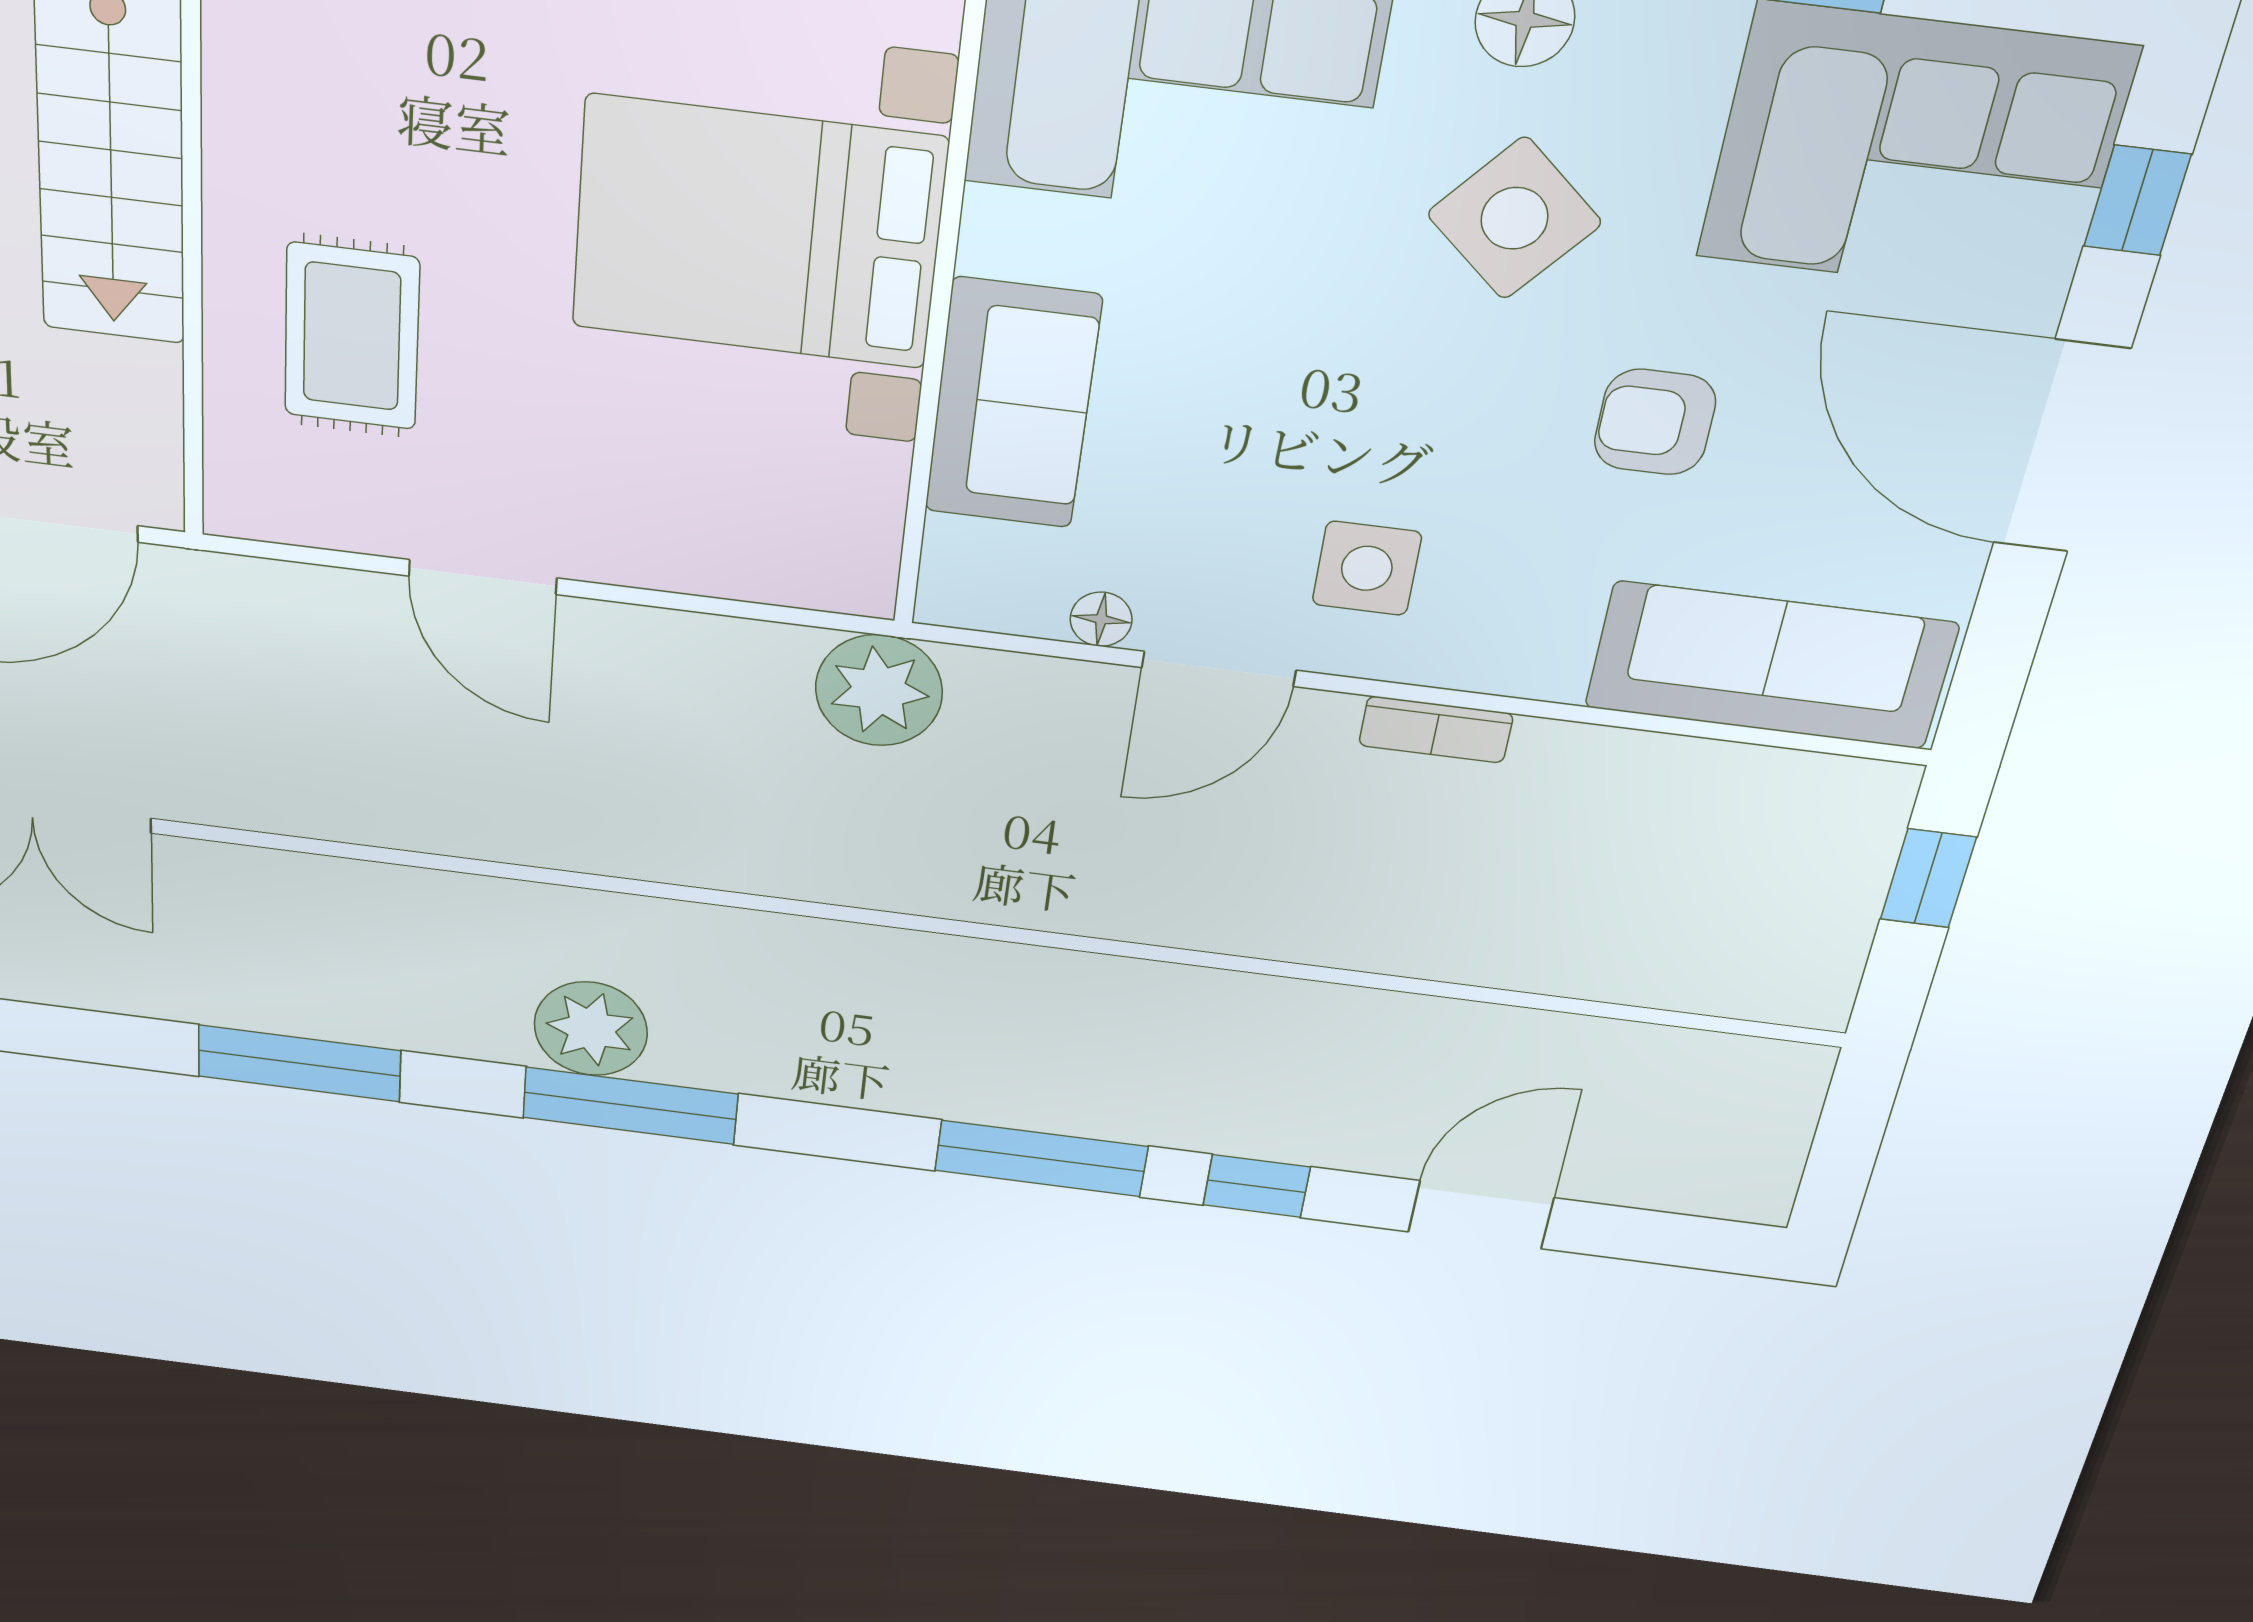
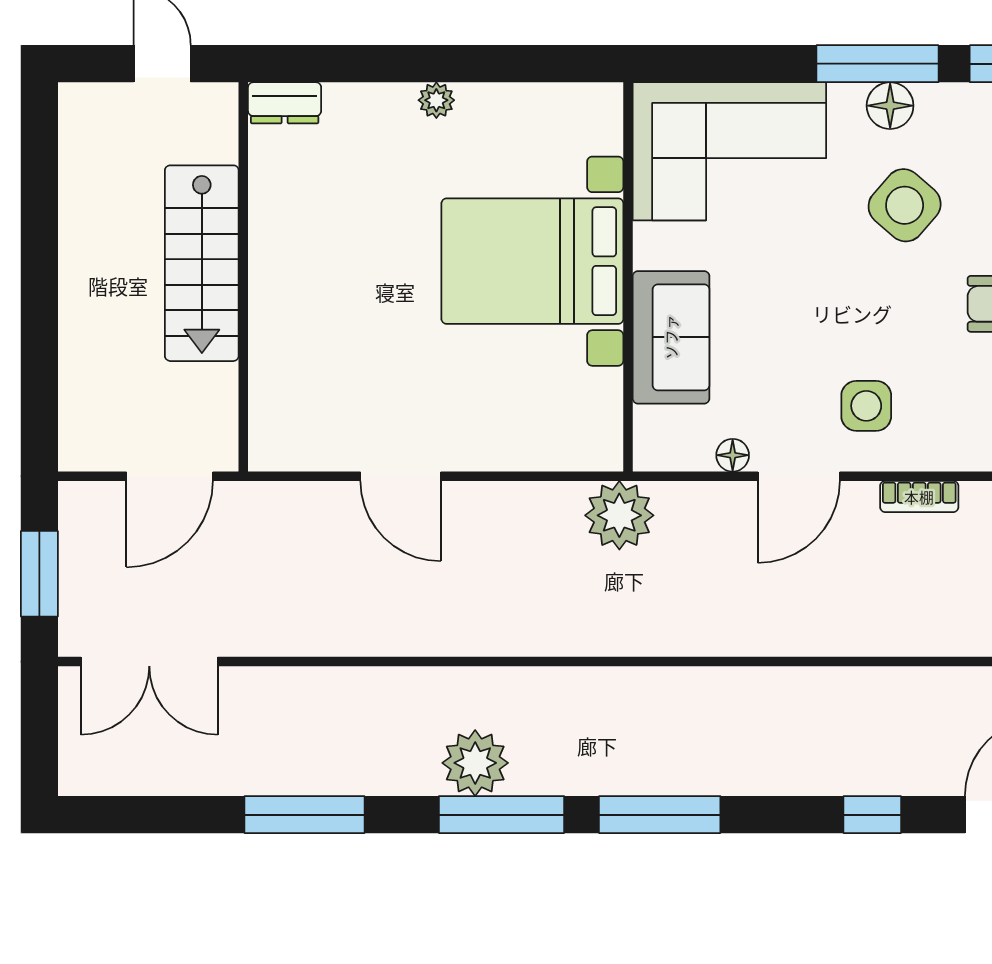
rug: (352, 336) -> (327, 345), removed
window: (1041, 1158) -> (660, 815), moved

